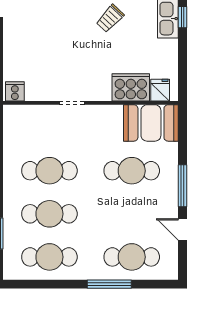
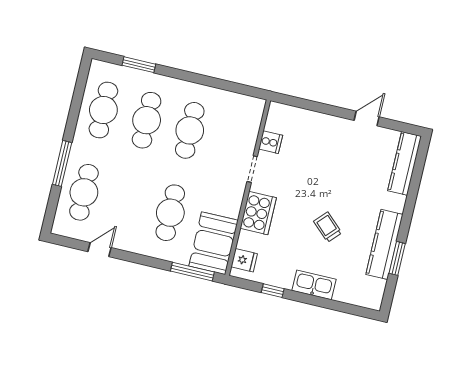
window: (183, 17) -> (273, 291), moved
cooker: (131, 87) -> (258, 213), moved
cooker: (15, 91) -> (271, 142), moved
window: (183, 186) -> (192, 272), moved

